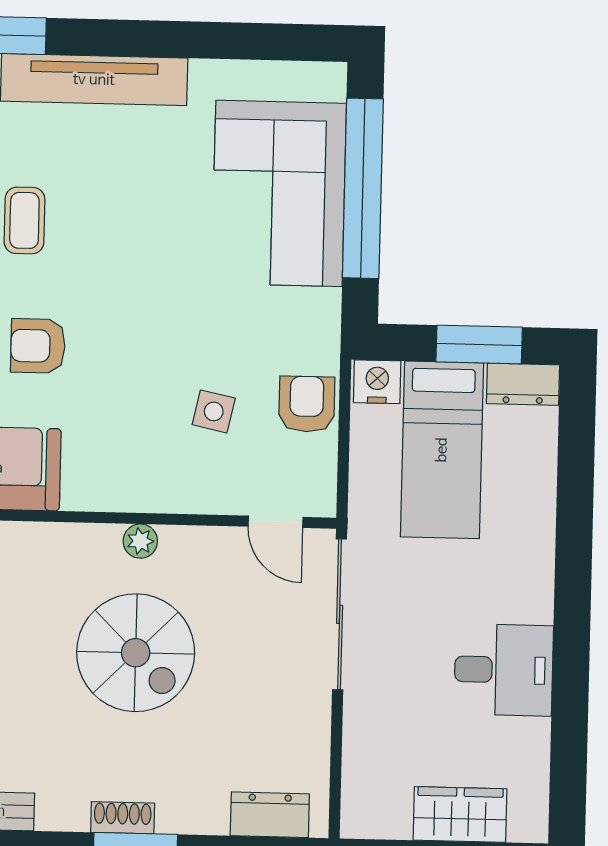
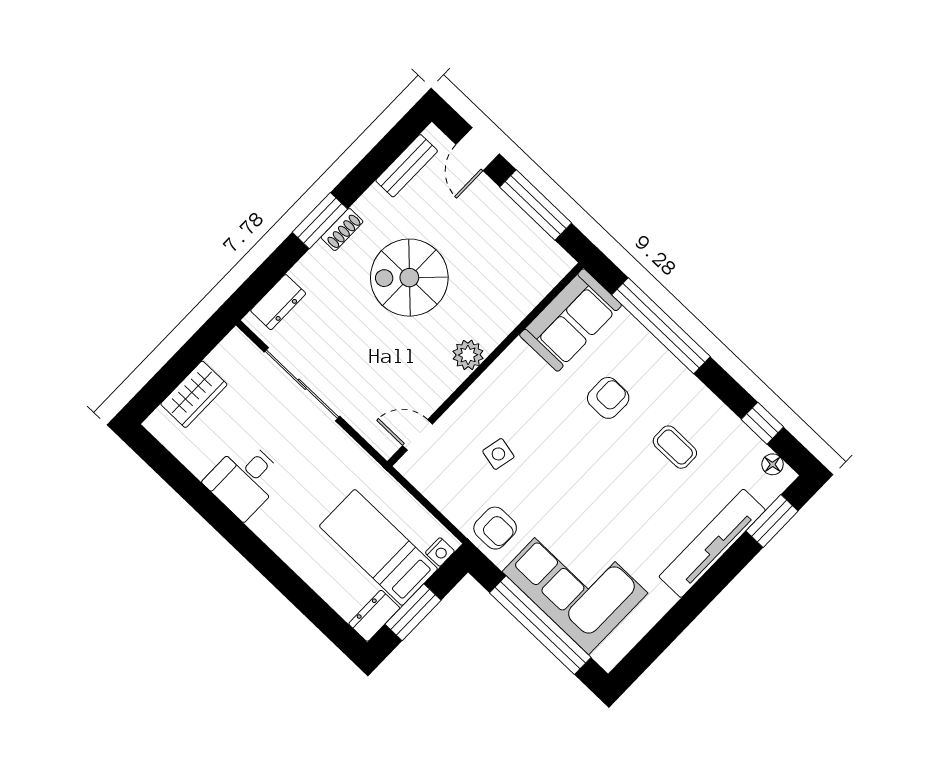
nightstand: (377, 382) -> (440, 552), width x0.72, depth x0.74
armchair: (307, 404) -> (495, 528), moved
plant: (140, 541) -> (468, 355), width x1.38, depth x1.38
sliding door: (340, 614) -> (302, 384), moved
spiral stairs: (136, 653) -> (409, 278), moved

